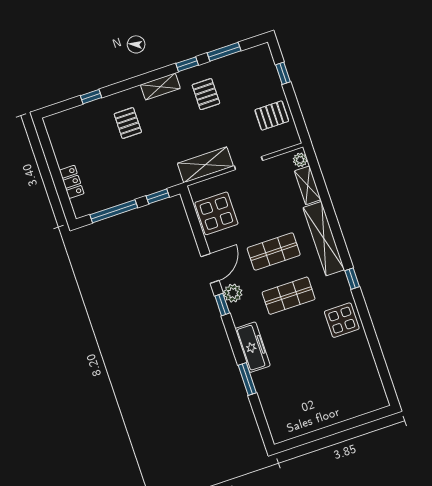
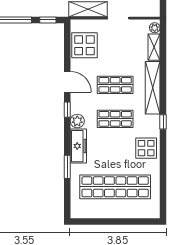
door: (210, 268) -> (67, 82), hinge flipped
plant: (233, 293) -> (77, 121), moved
shop shelf: (318, 384) -> (115, 187), added

